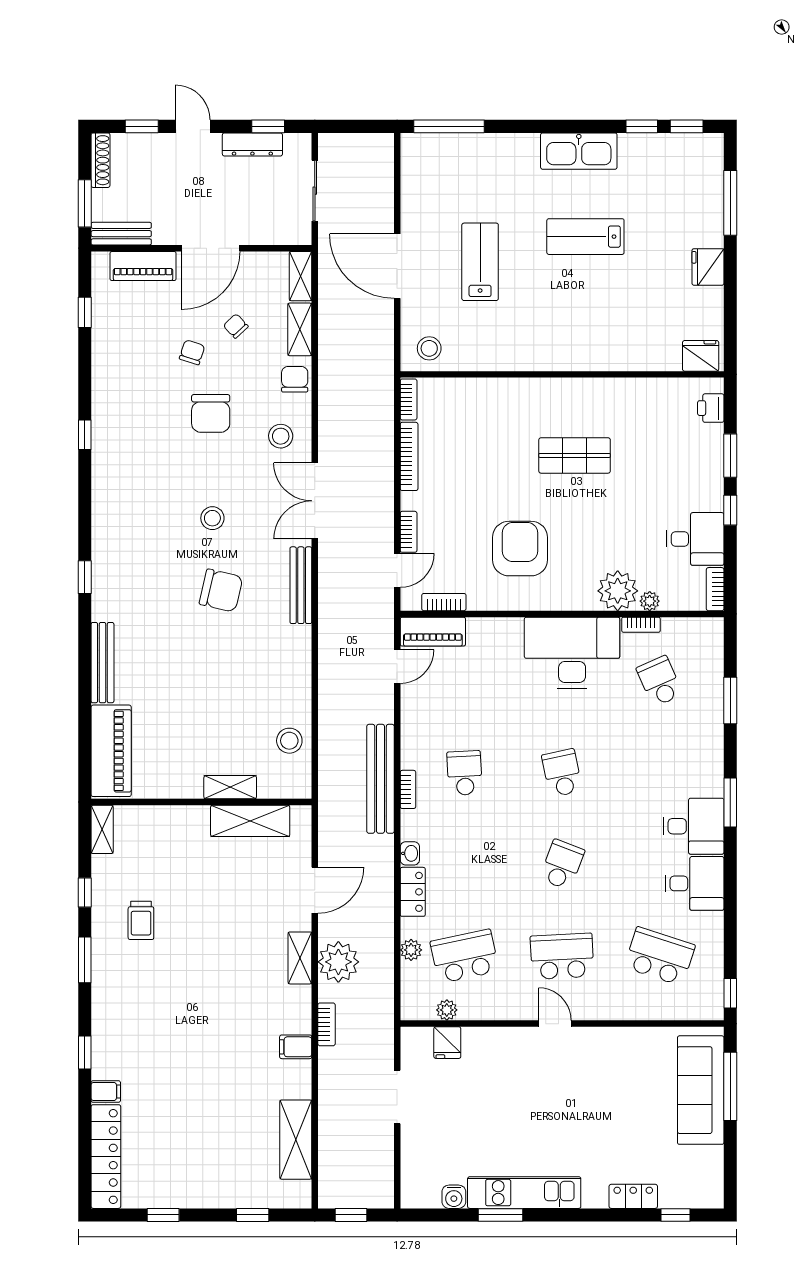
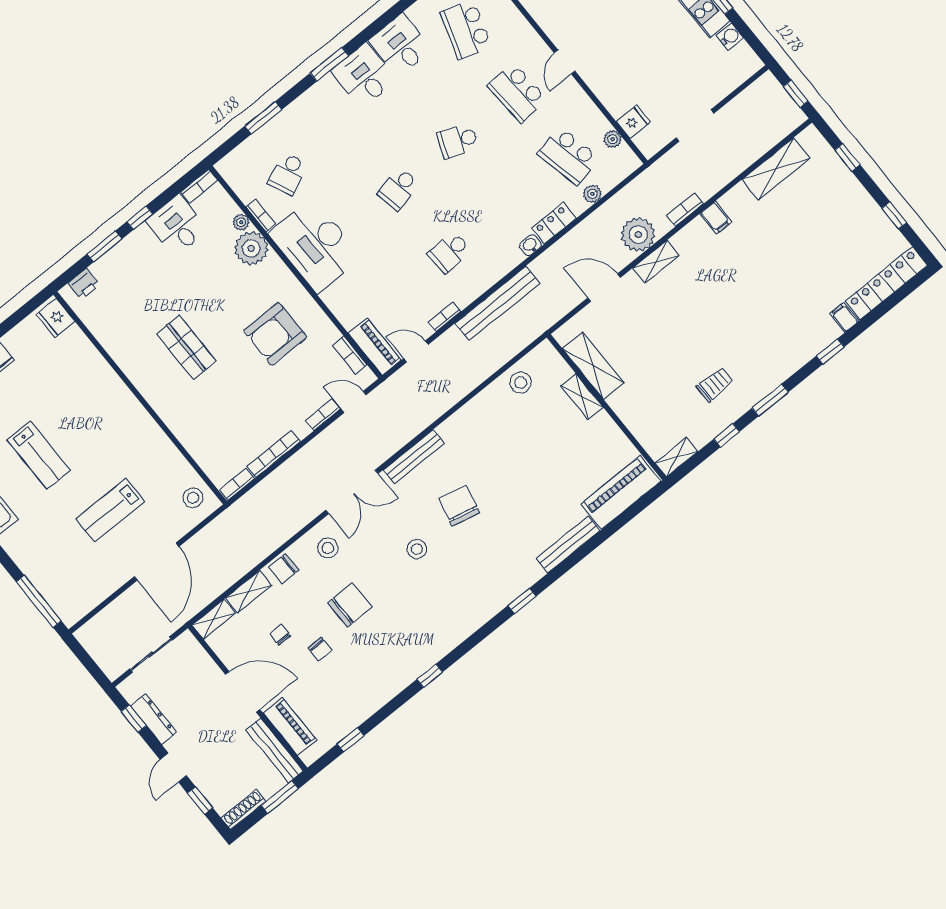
bench: (121, 234) -> (275, 750), width x1.36
chair: (236, 326) -> (280, 635), turned 133
chair: (192, 352) -> (320, 649), turned -108
bookcase: (408, 789) -> (444, 317), moved

